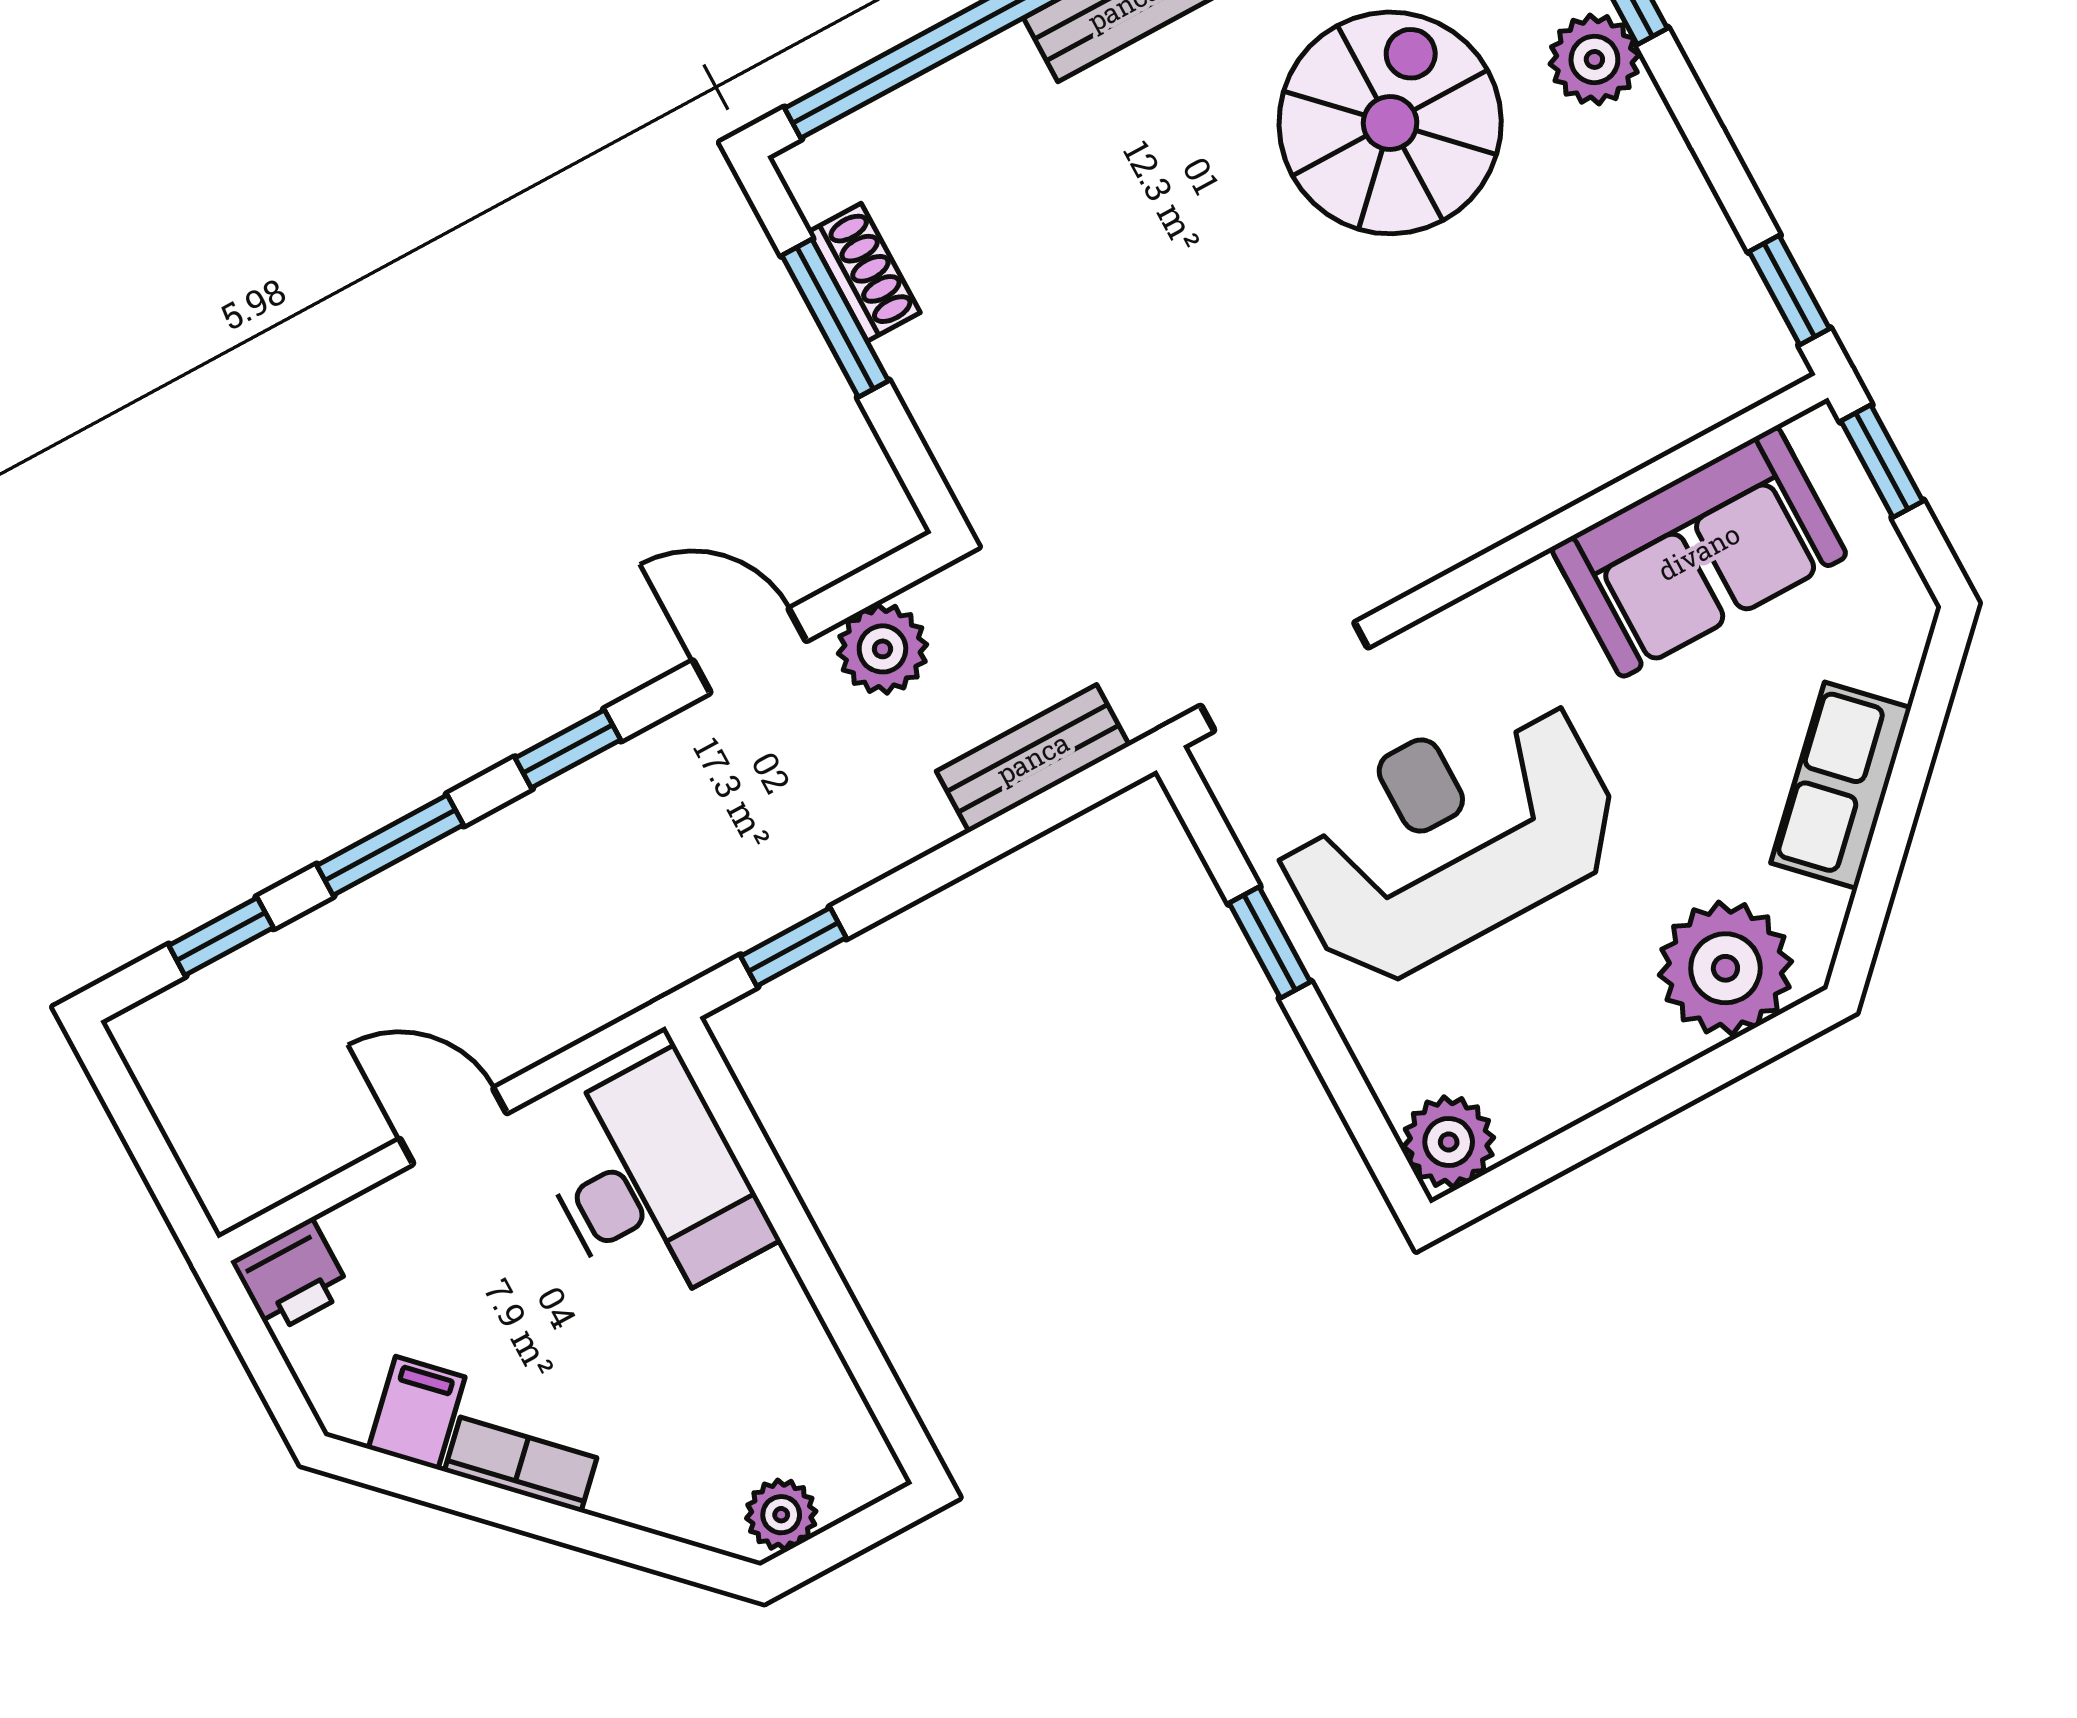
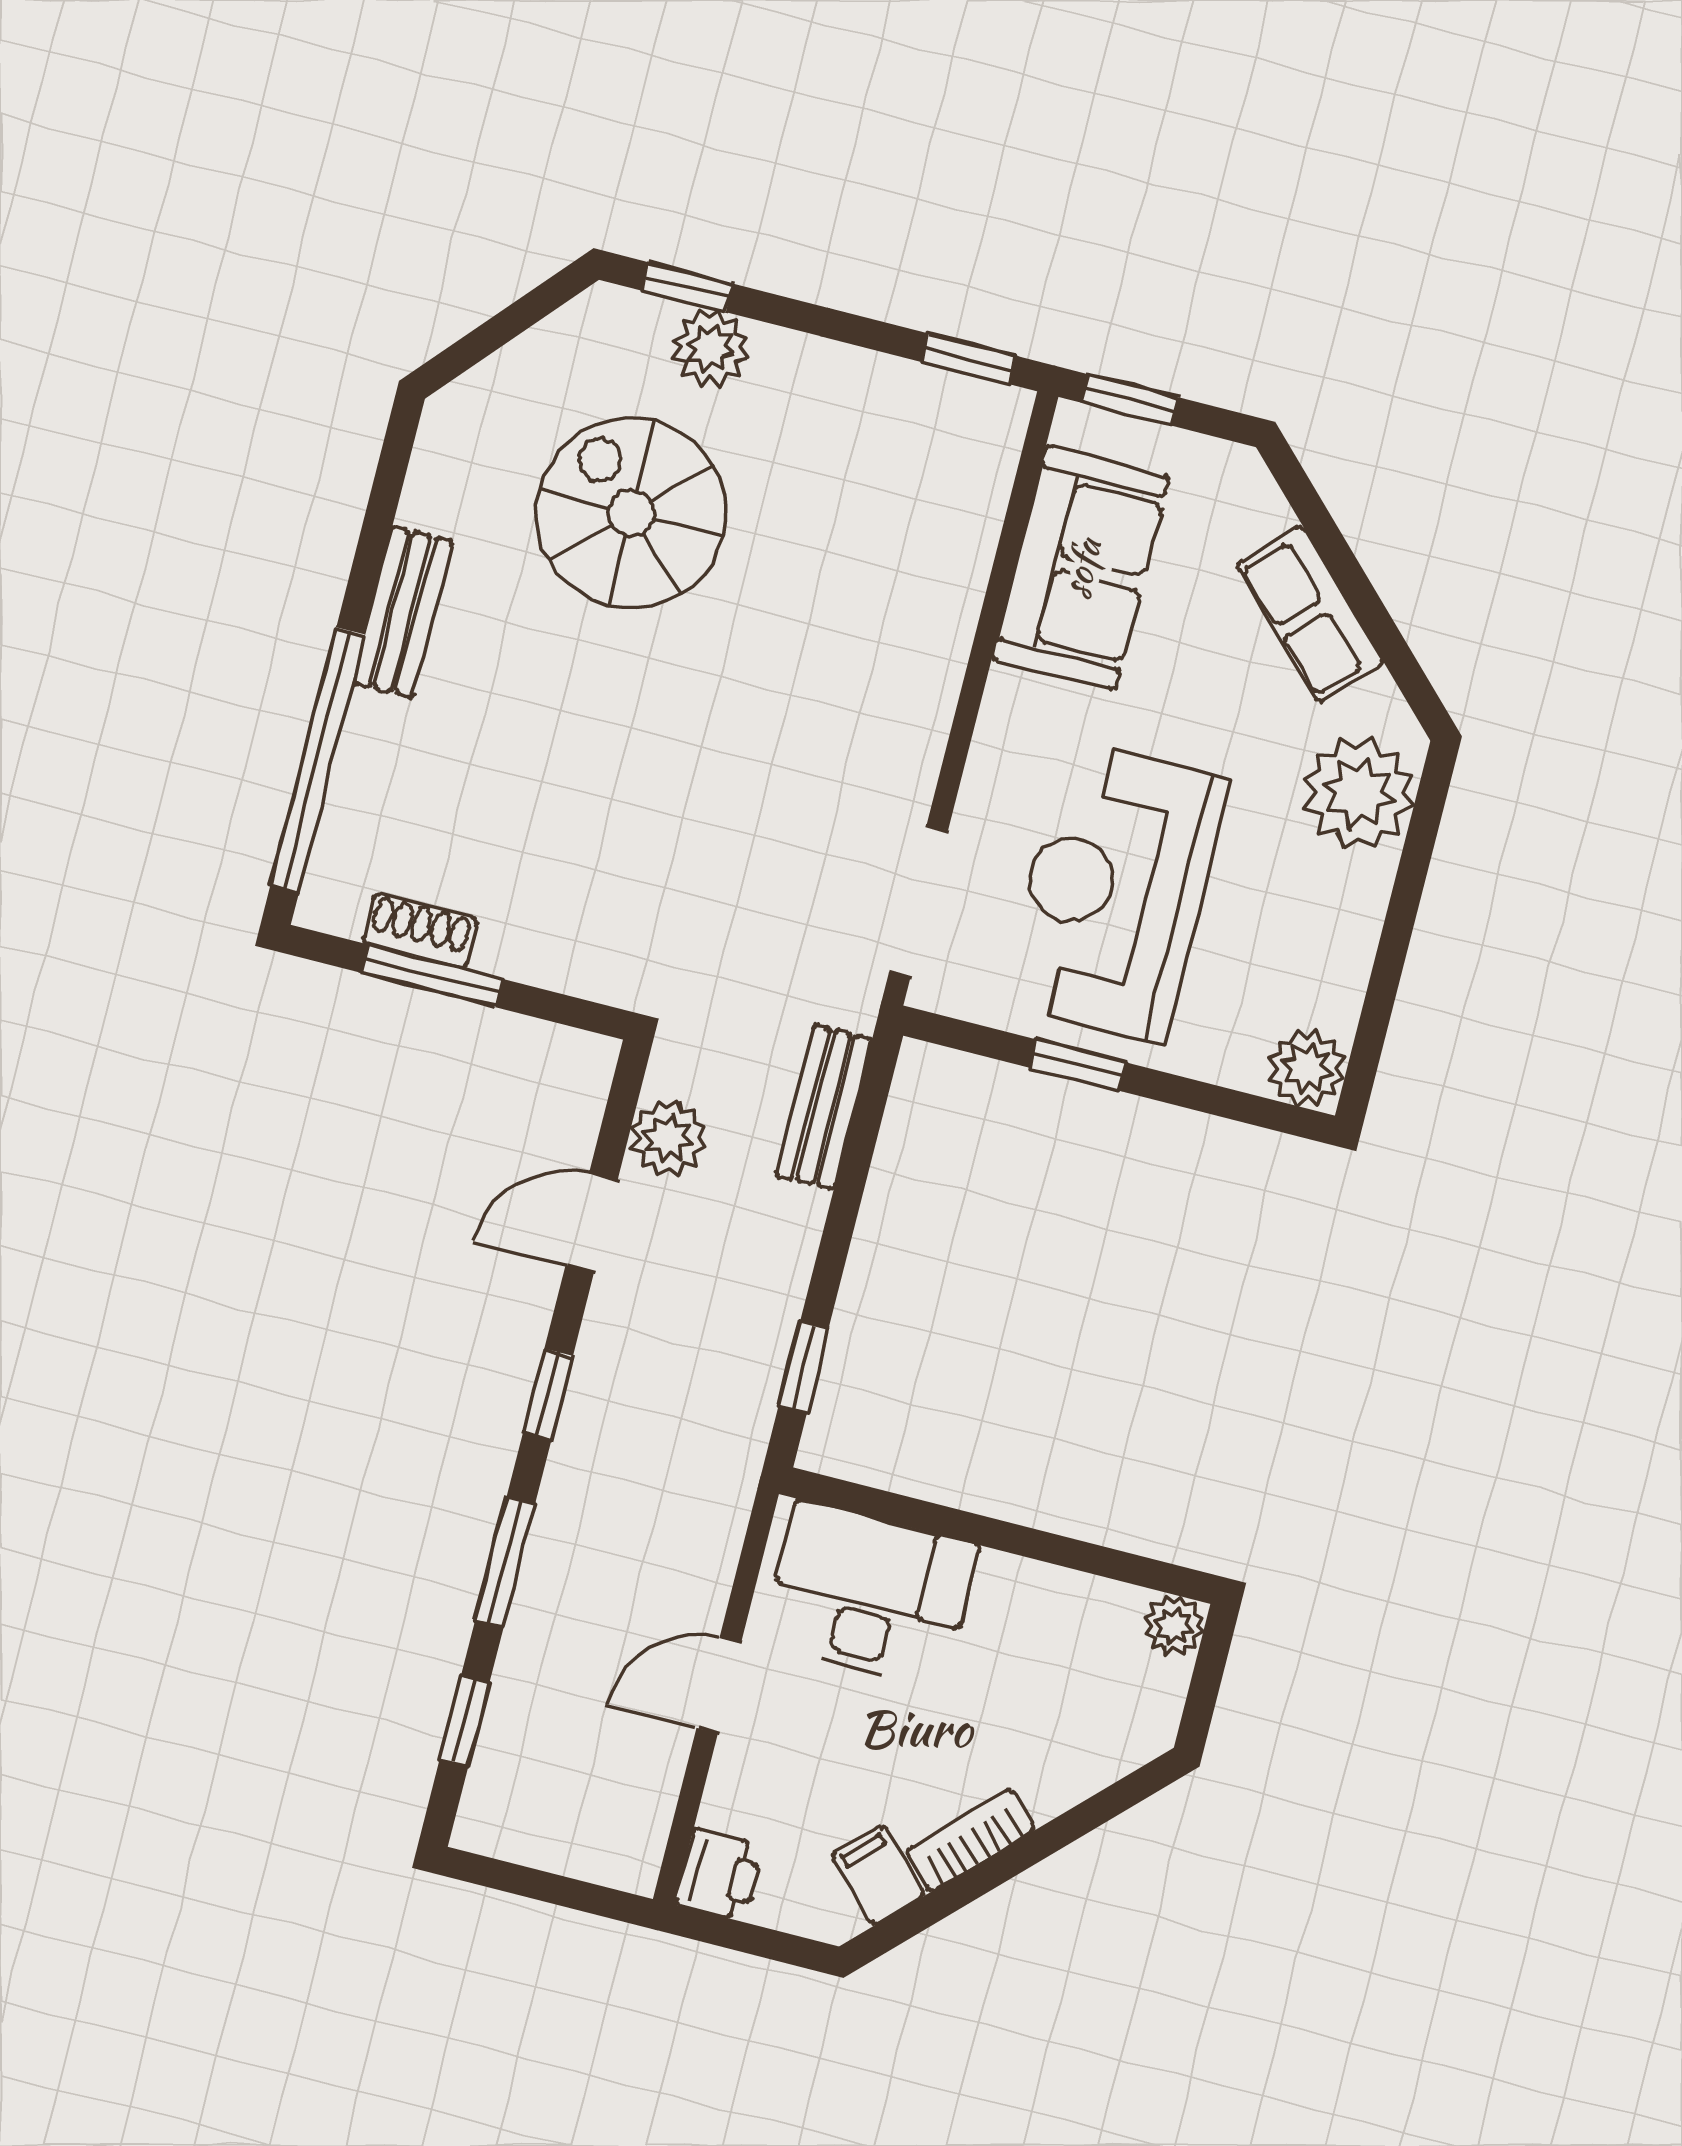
plant: (781, 1515) -> (1174, 1626), moved

